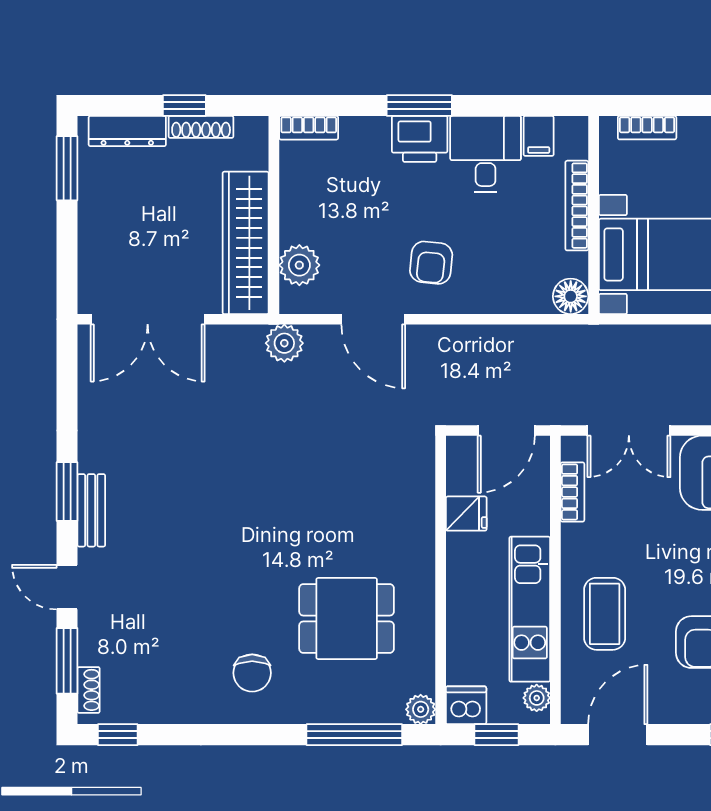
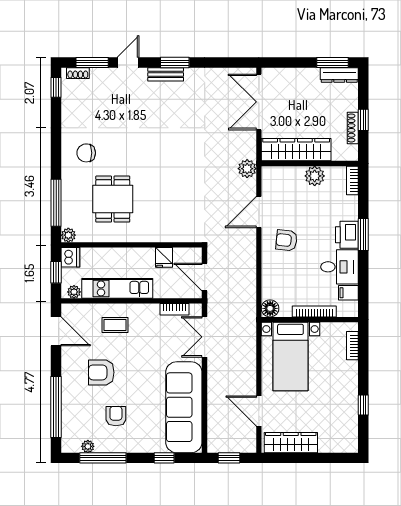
dresser: (127, 131) -> (339, 75), moved, turned -90
plant: (299, 265) -> (315, 176), moved
coffee table: (605, 614) -> (115, 325), width x0.73, depth x0.77

